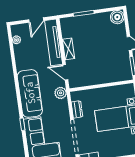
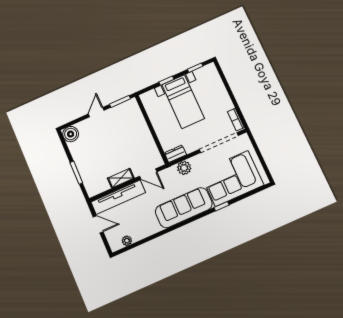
door: (65, 72) -> (148, 174), hinge flipped
plant: (61, 93) -> (184, 168), moved
dresser: (77, 109) -> (175, 154), moved

